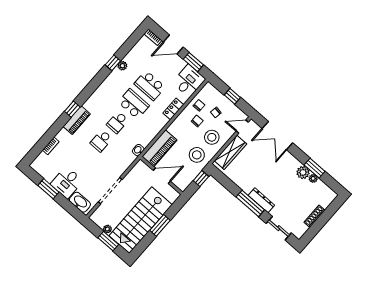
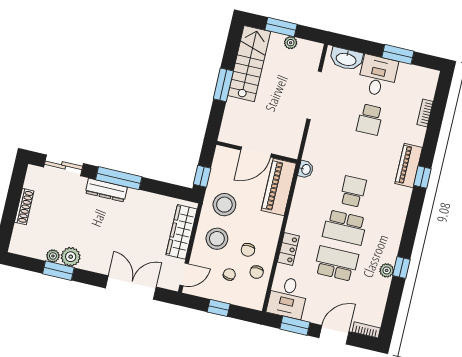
school desk: (101, 141) -> (370, 120), moved, turned 180
stairs: (141, 220) -> (249, 64), width x0.73, depth x0.66

